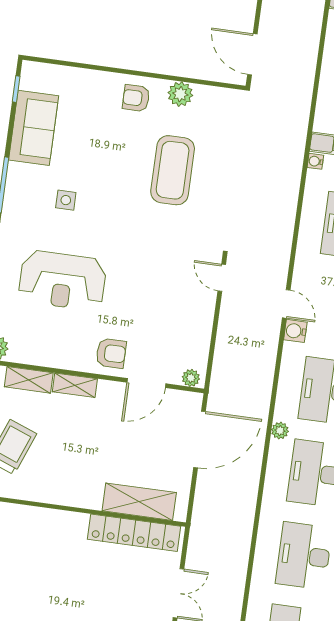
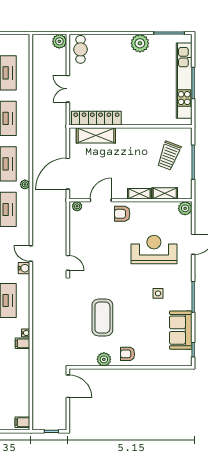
armchair: (136, 98) -> (128, 354), turned 180
water cooler: (295, 331) -> (24, 268), moved

